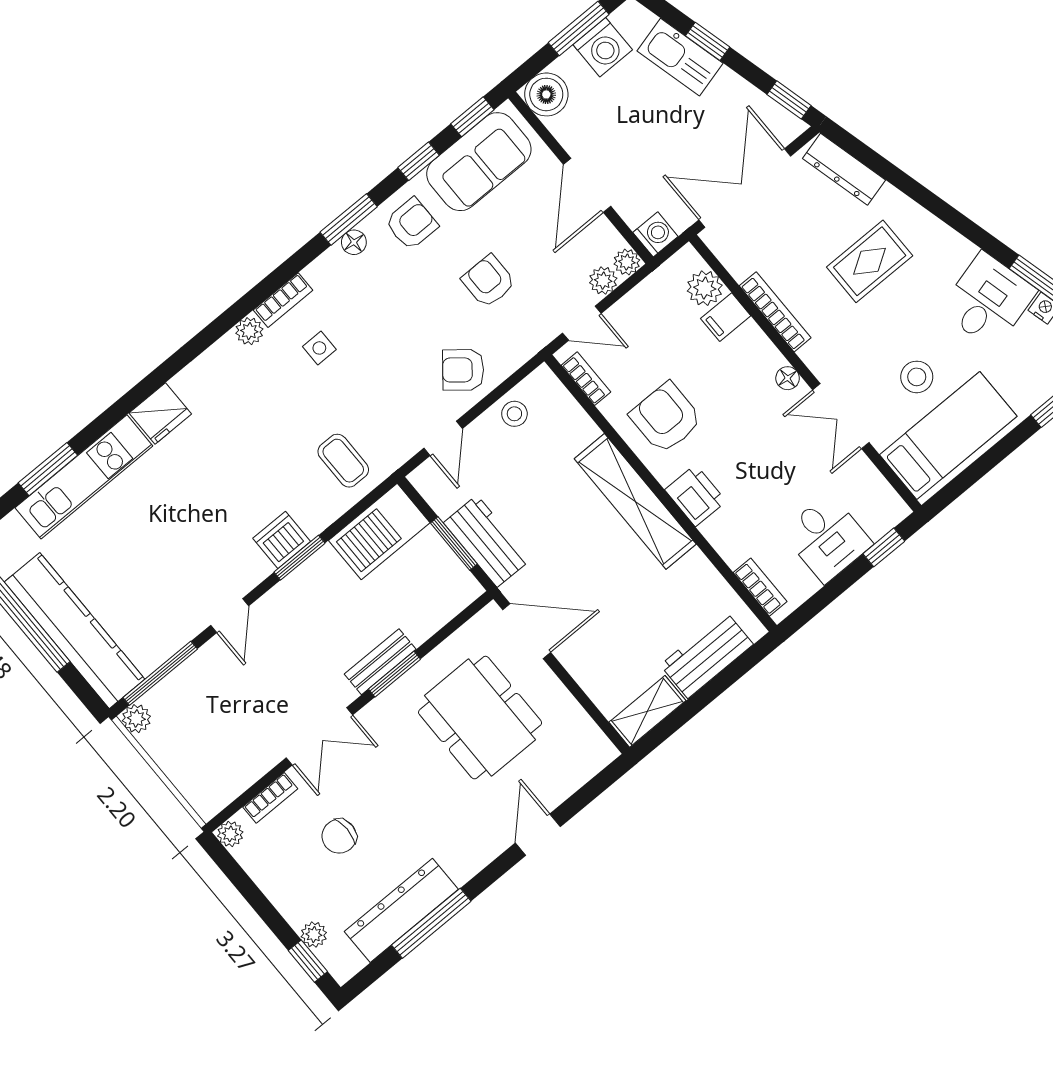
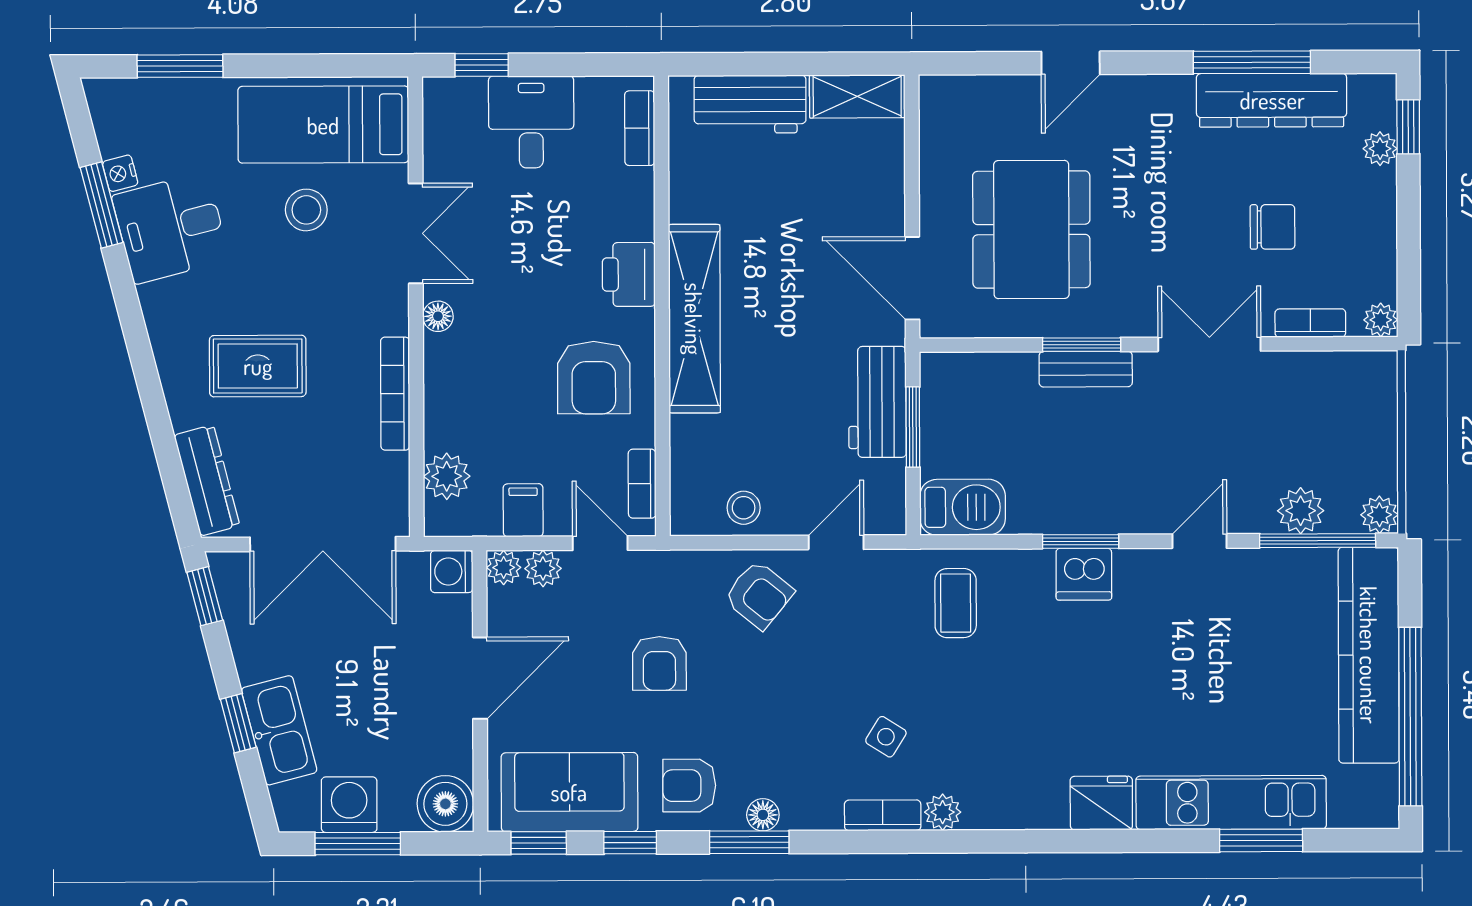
filing cabinet: (726, 317) -> (523, 510), moved, turned -90
side table: (319, 348) -> (886, 737), turned 32
barbecue: (379, 532) -> (963, 507), width x0.73, depth x0.83
plant: (185, 683) -> (1301, 511), added

